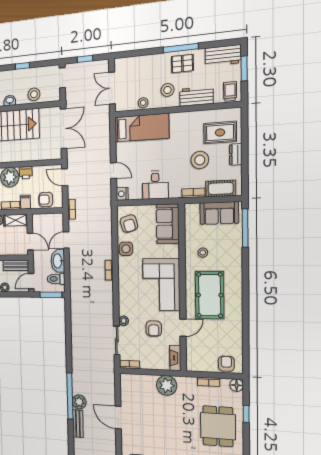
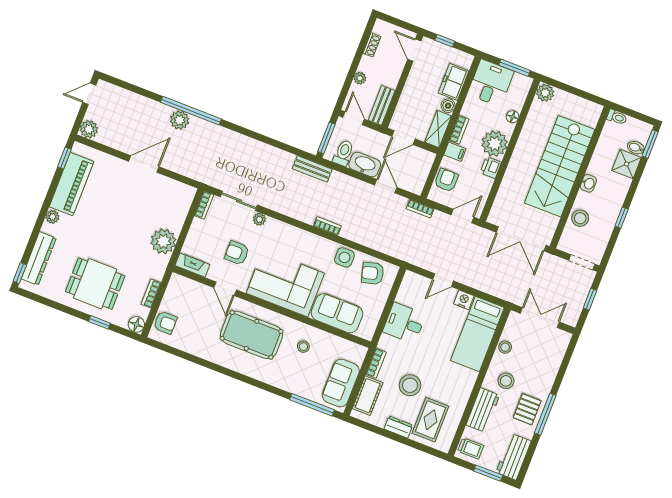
nightstand: (122, 194) -> (464, 300), moved
sofa: (168, 224) -> (337, 313), moved
bench: (78, 424) -> (312, 169), moved

